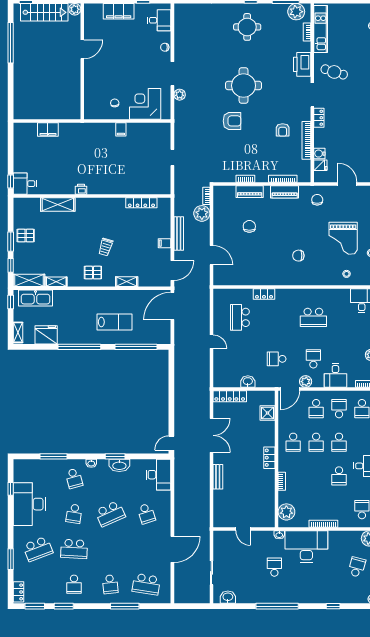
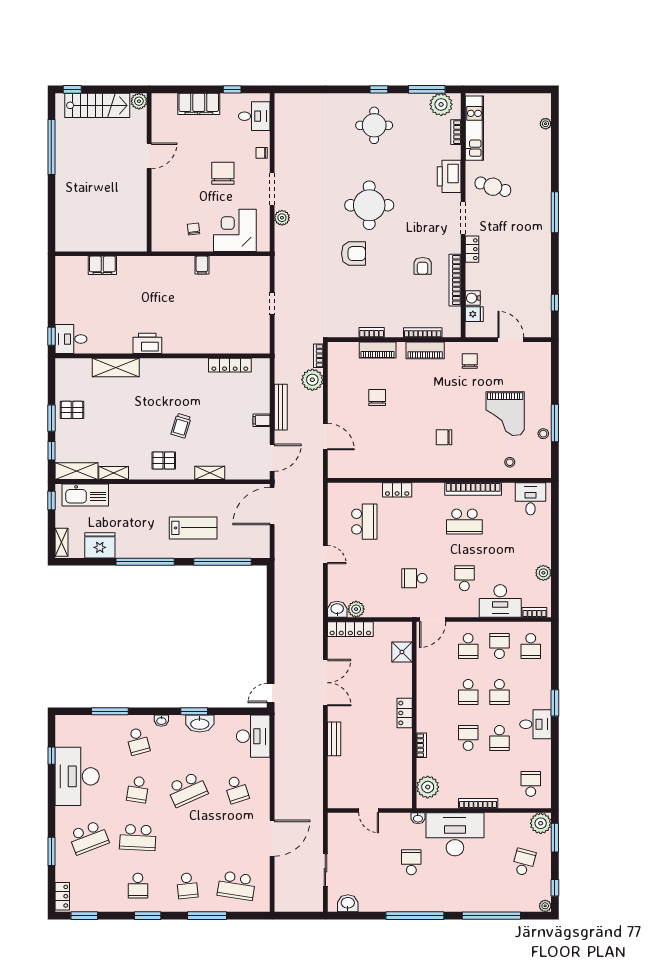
chair: (136, 62) -> (223, 173), added
printer: (81, 189) -> (147, 343), width x1.87, depth x1.48
bookcase: (320, 293) -> (473, 489), added
school desk: (240, 317) -> (364, 522), turned 180
desk: (335, 376) -> (500, 601), width x1.37
washbasin: (248, 382) -> (337, 609), moved
plant: (306, 382) -> (356, 609), moved
school desk: (293, 442) -> (468, 738), moved, turned 180
window: (64, 606) -> (148, 916), moved
window: (333, 606) -> (491, 916), width x3.17

